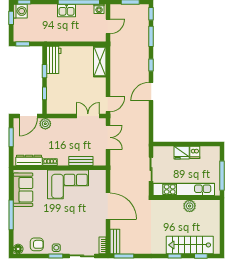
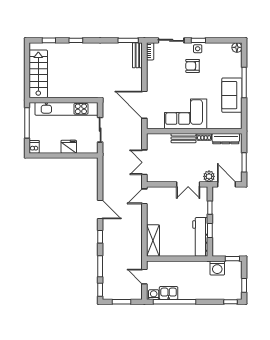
kitchen sink: (67, 10) -> (169, 293), moved
washing machine: (20, 11) -> (217, 268), moved, turned -90
door: (108, 26) -> (144, 277), hinge flipped
workbench: (54, 60) -> (200, 237), width x1.38
door: (151, 92) -> (100, 209), hinge flipped
door: (28, 116) -> (227, 184), hinge flipped
double door: (88, 116) -> (188, 184), moved
dishwasher: (195, 152) -> (34, 147), moved
bench: (81, 161) -> (184, 138), moved
sofa: (23, 190) -> (232, 95), moved
door: (108, 206) -> (144, 105), moved
plant: (190, 206) -> (60, 92), removed
armchair: (37, 244) -> (193, 66), moved
stairs: (190, 245) -> (38, 74), moved, turned -90

